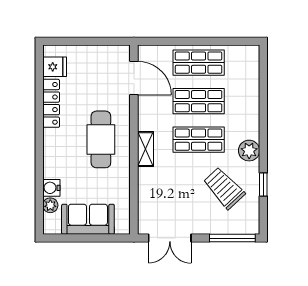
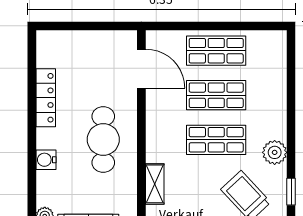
fridge: (55, 67) -> (50, 56), removed
shelving: (145, 149) -> (155, 184), moved
water cooler: (51, 188) -> (46, 160), moved

